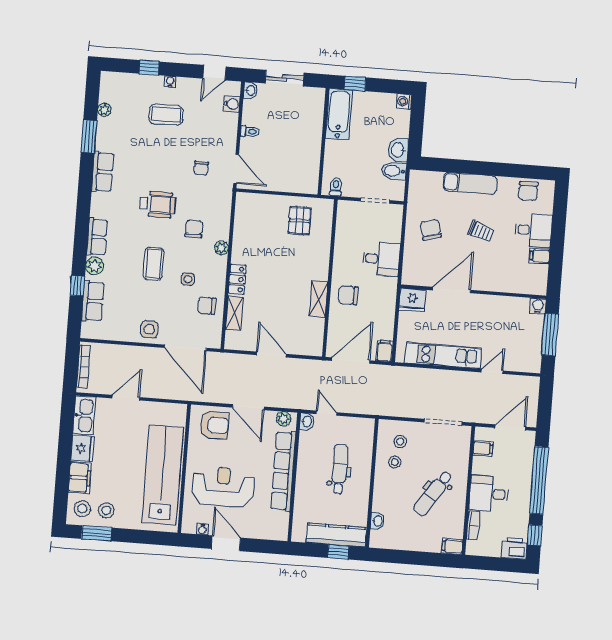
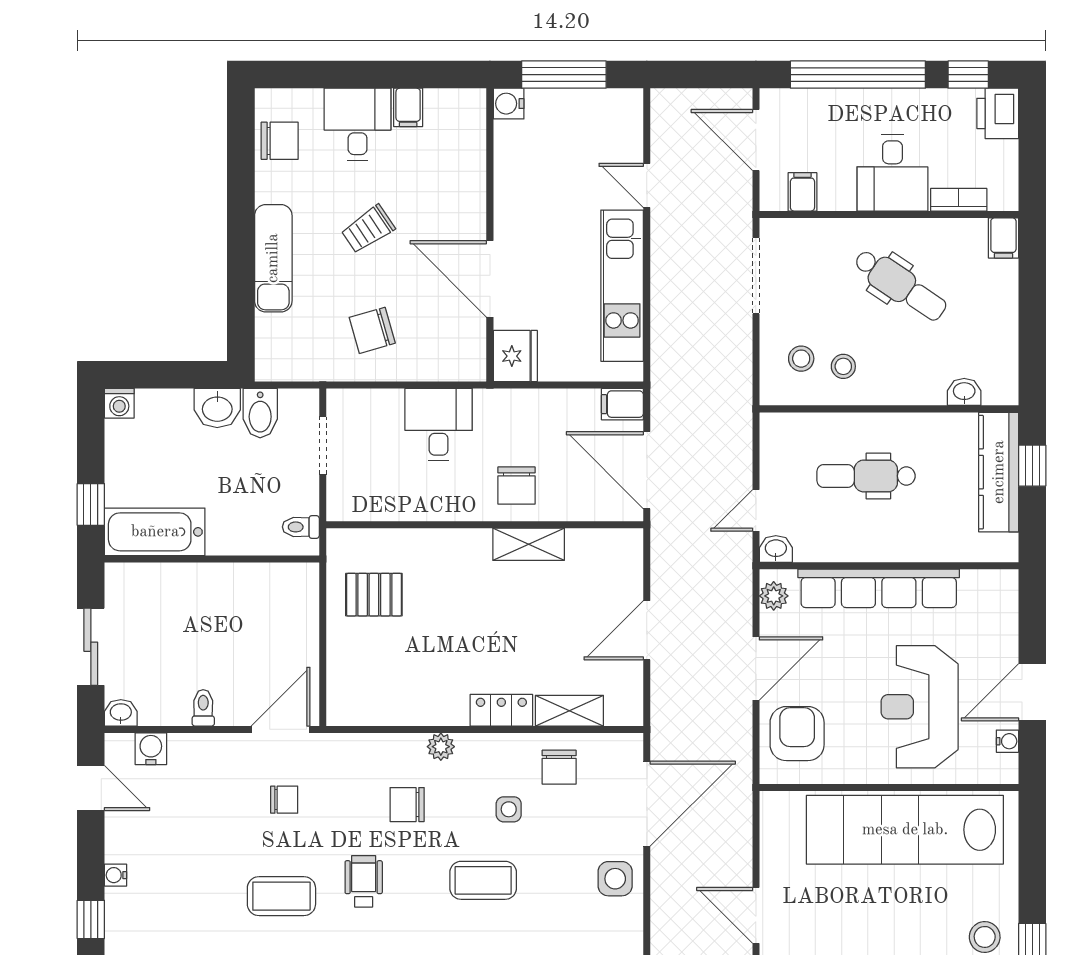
coffee table: (166, 115) -> (281, 896), moved, turned 90
wheelchair: (158, 204) -> (364, 881), width x0.73, depth x0.73
trolley: (481, 231) -> (368, 229), turned -142

